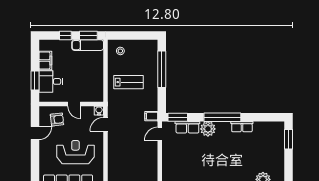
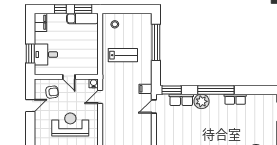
filing cabinet: (45, 60) -> (40, 22), moved

